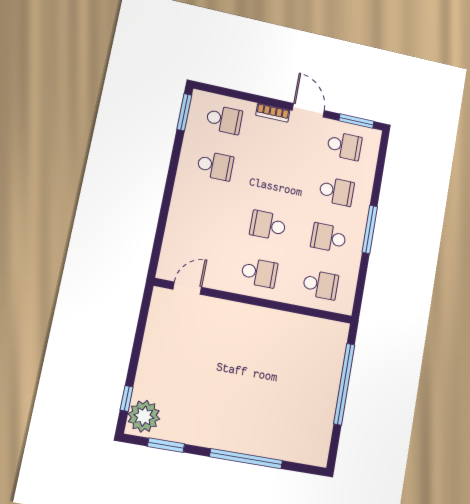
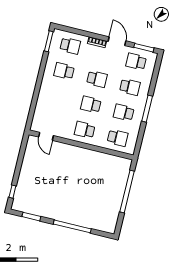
school desk: (344, 146) -> (136, 62), turned 180
school desk: (215, 166) -> (64, 71), turned 180
school desk: (276, 179) -> (97, 79), added
school desk: (259, 273) -> (85, 130), turned 180
door: (187, 288) -> (46, 136), swing flipped
plant: (144, 416) -> (21, 201), removed

